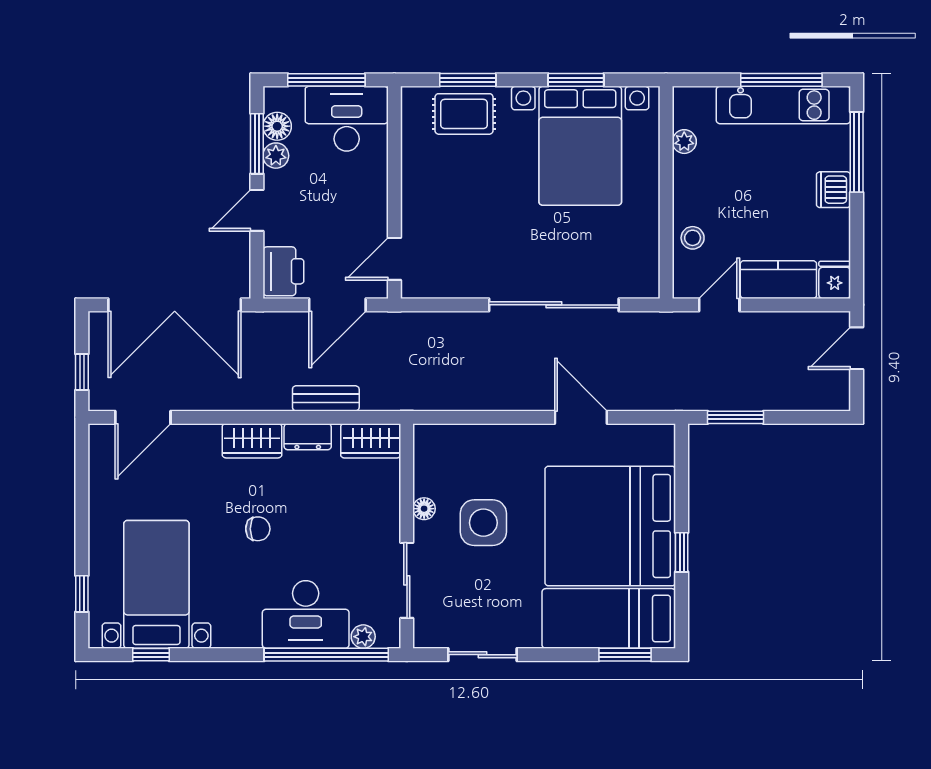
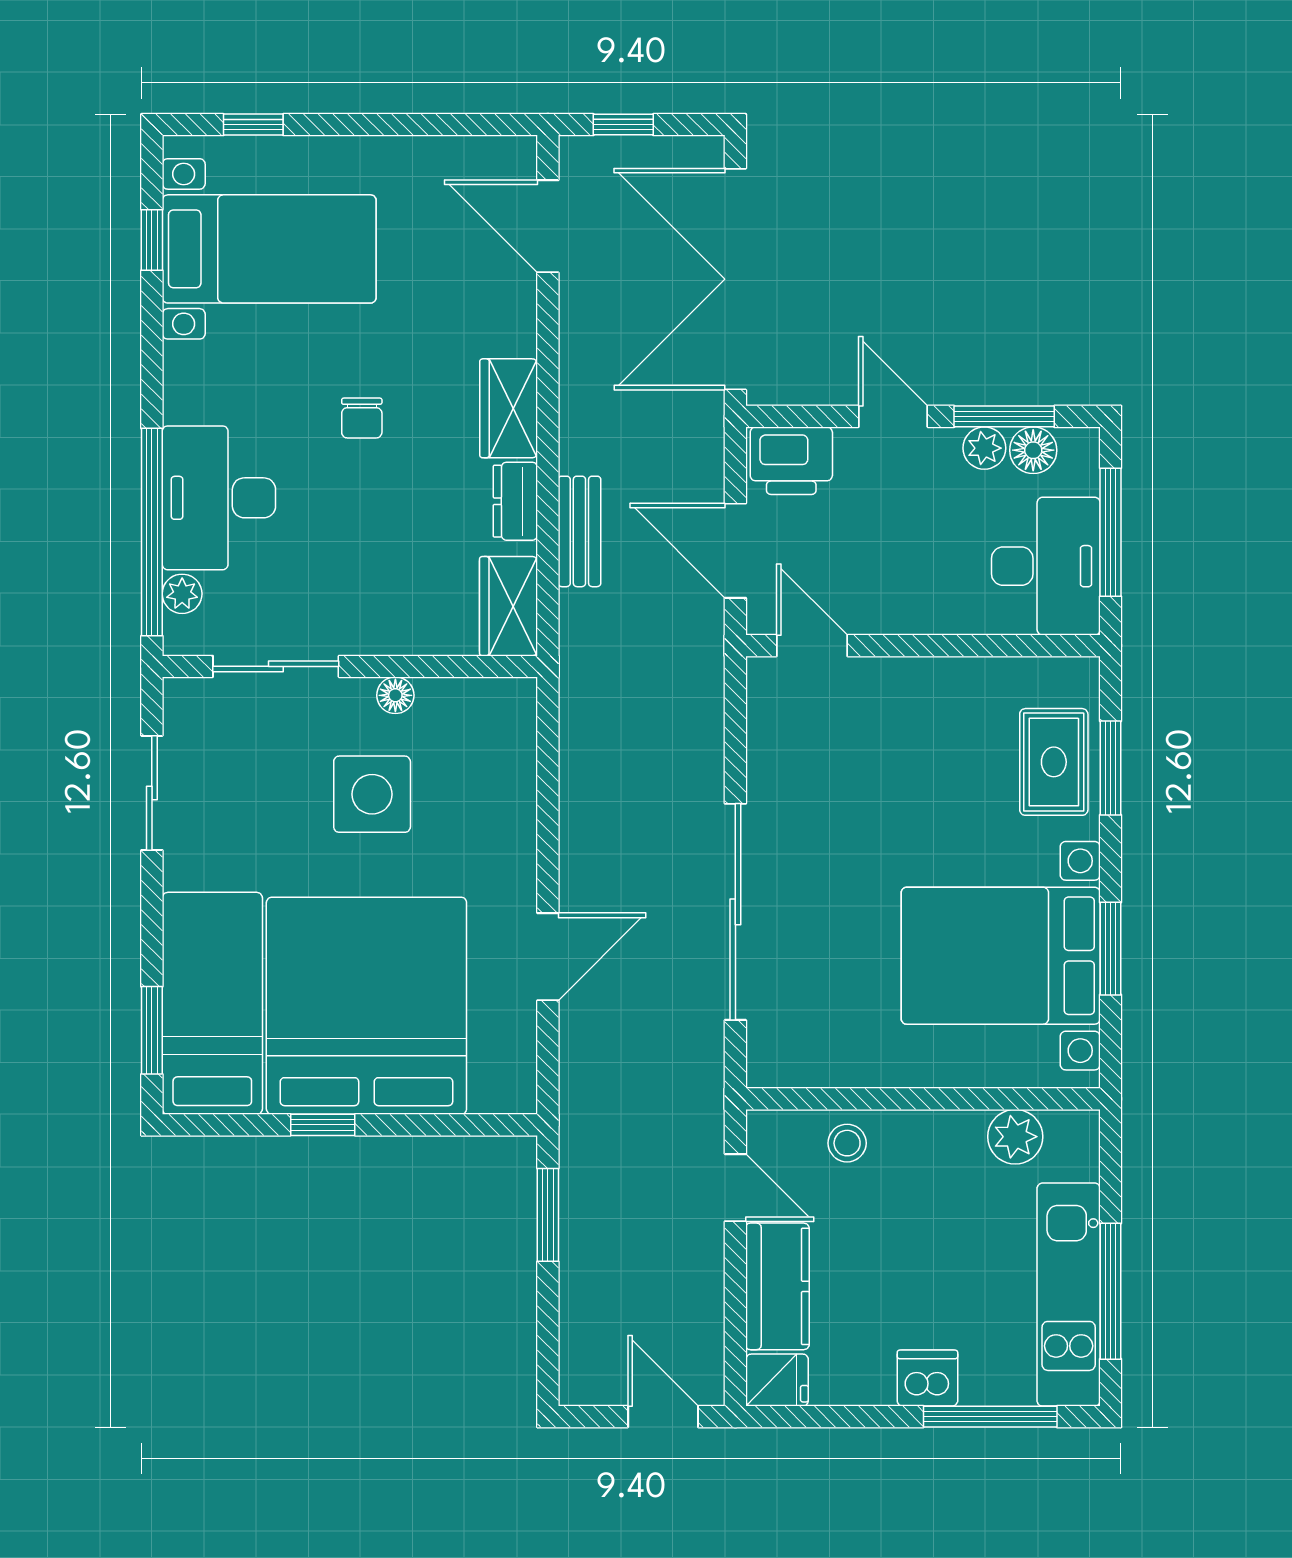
plant: (684, 142) -> (1015, 1137), width x1.38, depth x1.38

